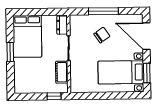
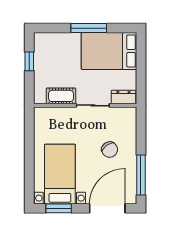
window: (103, 11) -> (141, 175), moved
window: (10, 52) -> (89, 28), width x1.44
window: (54, 96) -> (29, 61), moved

